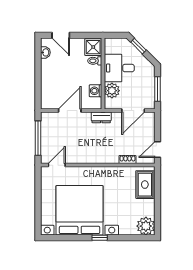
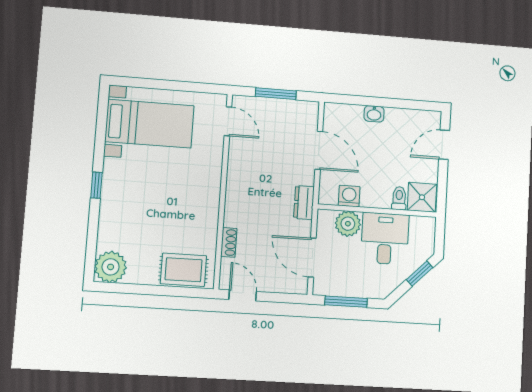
washbasin: (45, 52) -> (374, 114), moved
window: (38, 138) -> (276, 94), width x0.69
bed with nightstands: (80, 210) -> (150, 124), width x0.54

